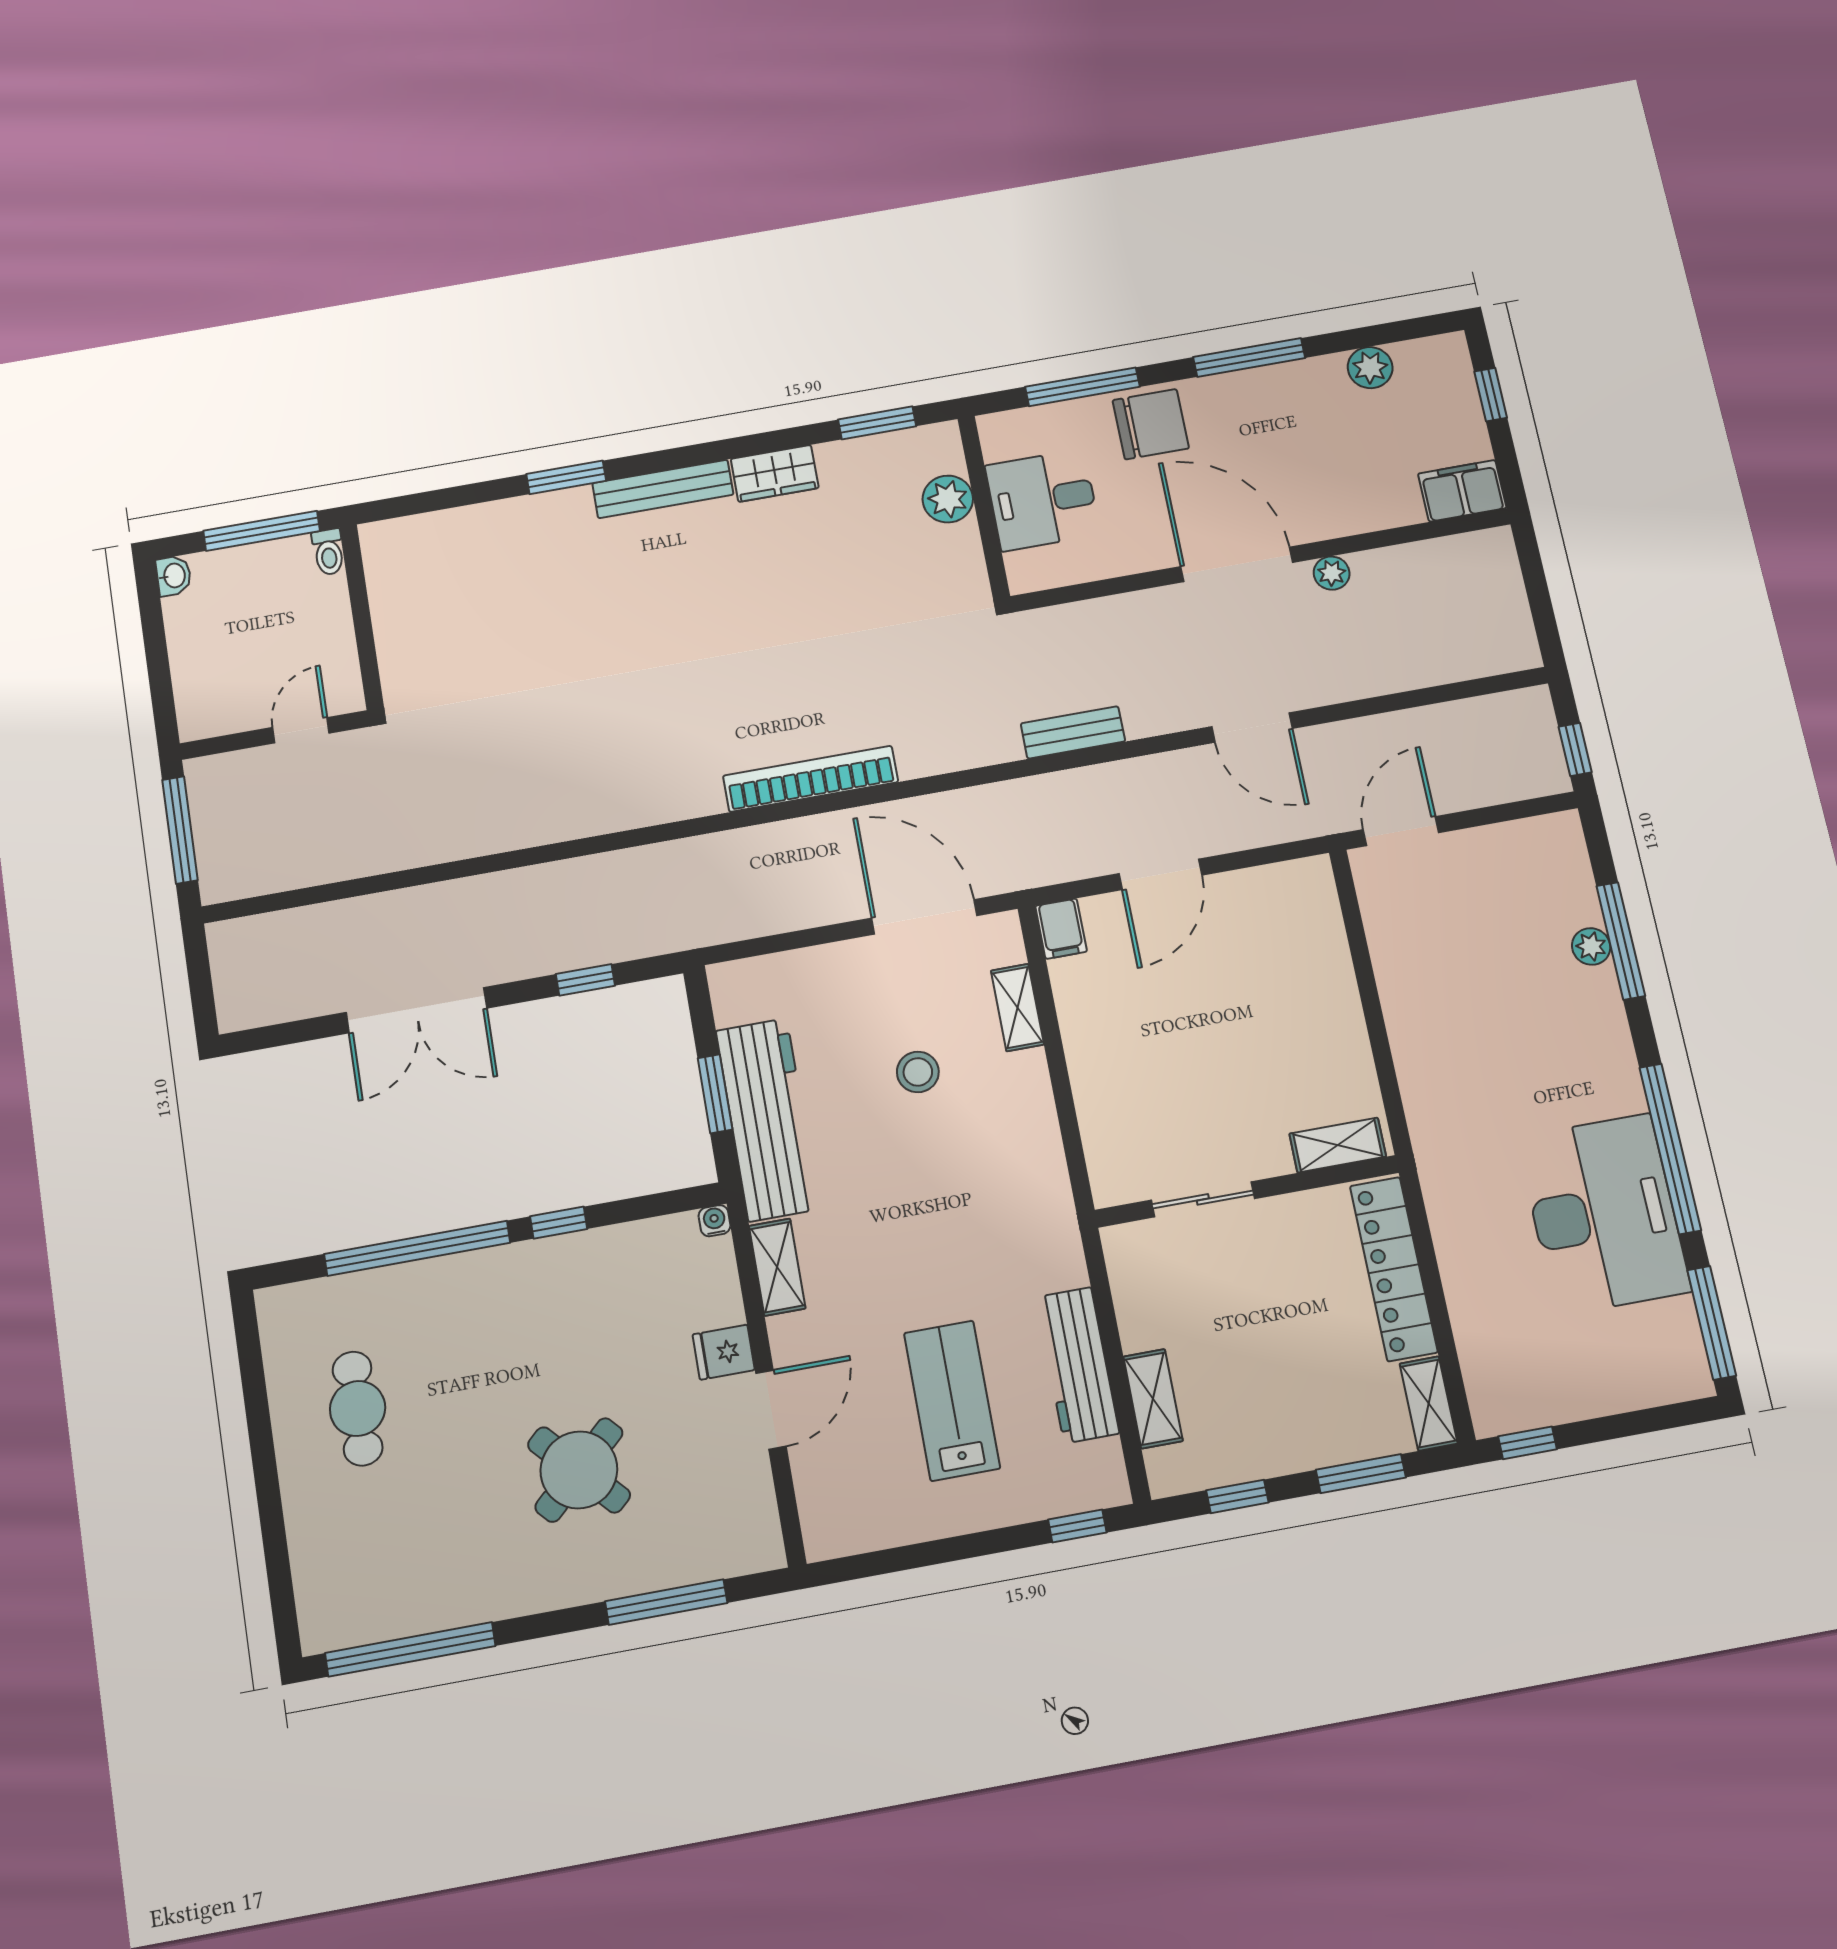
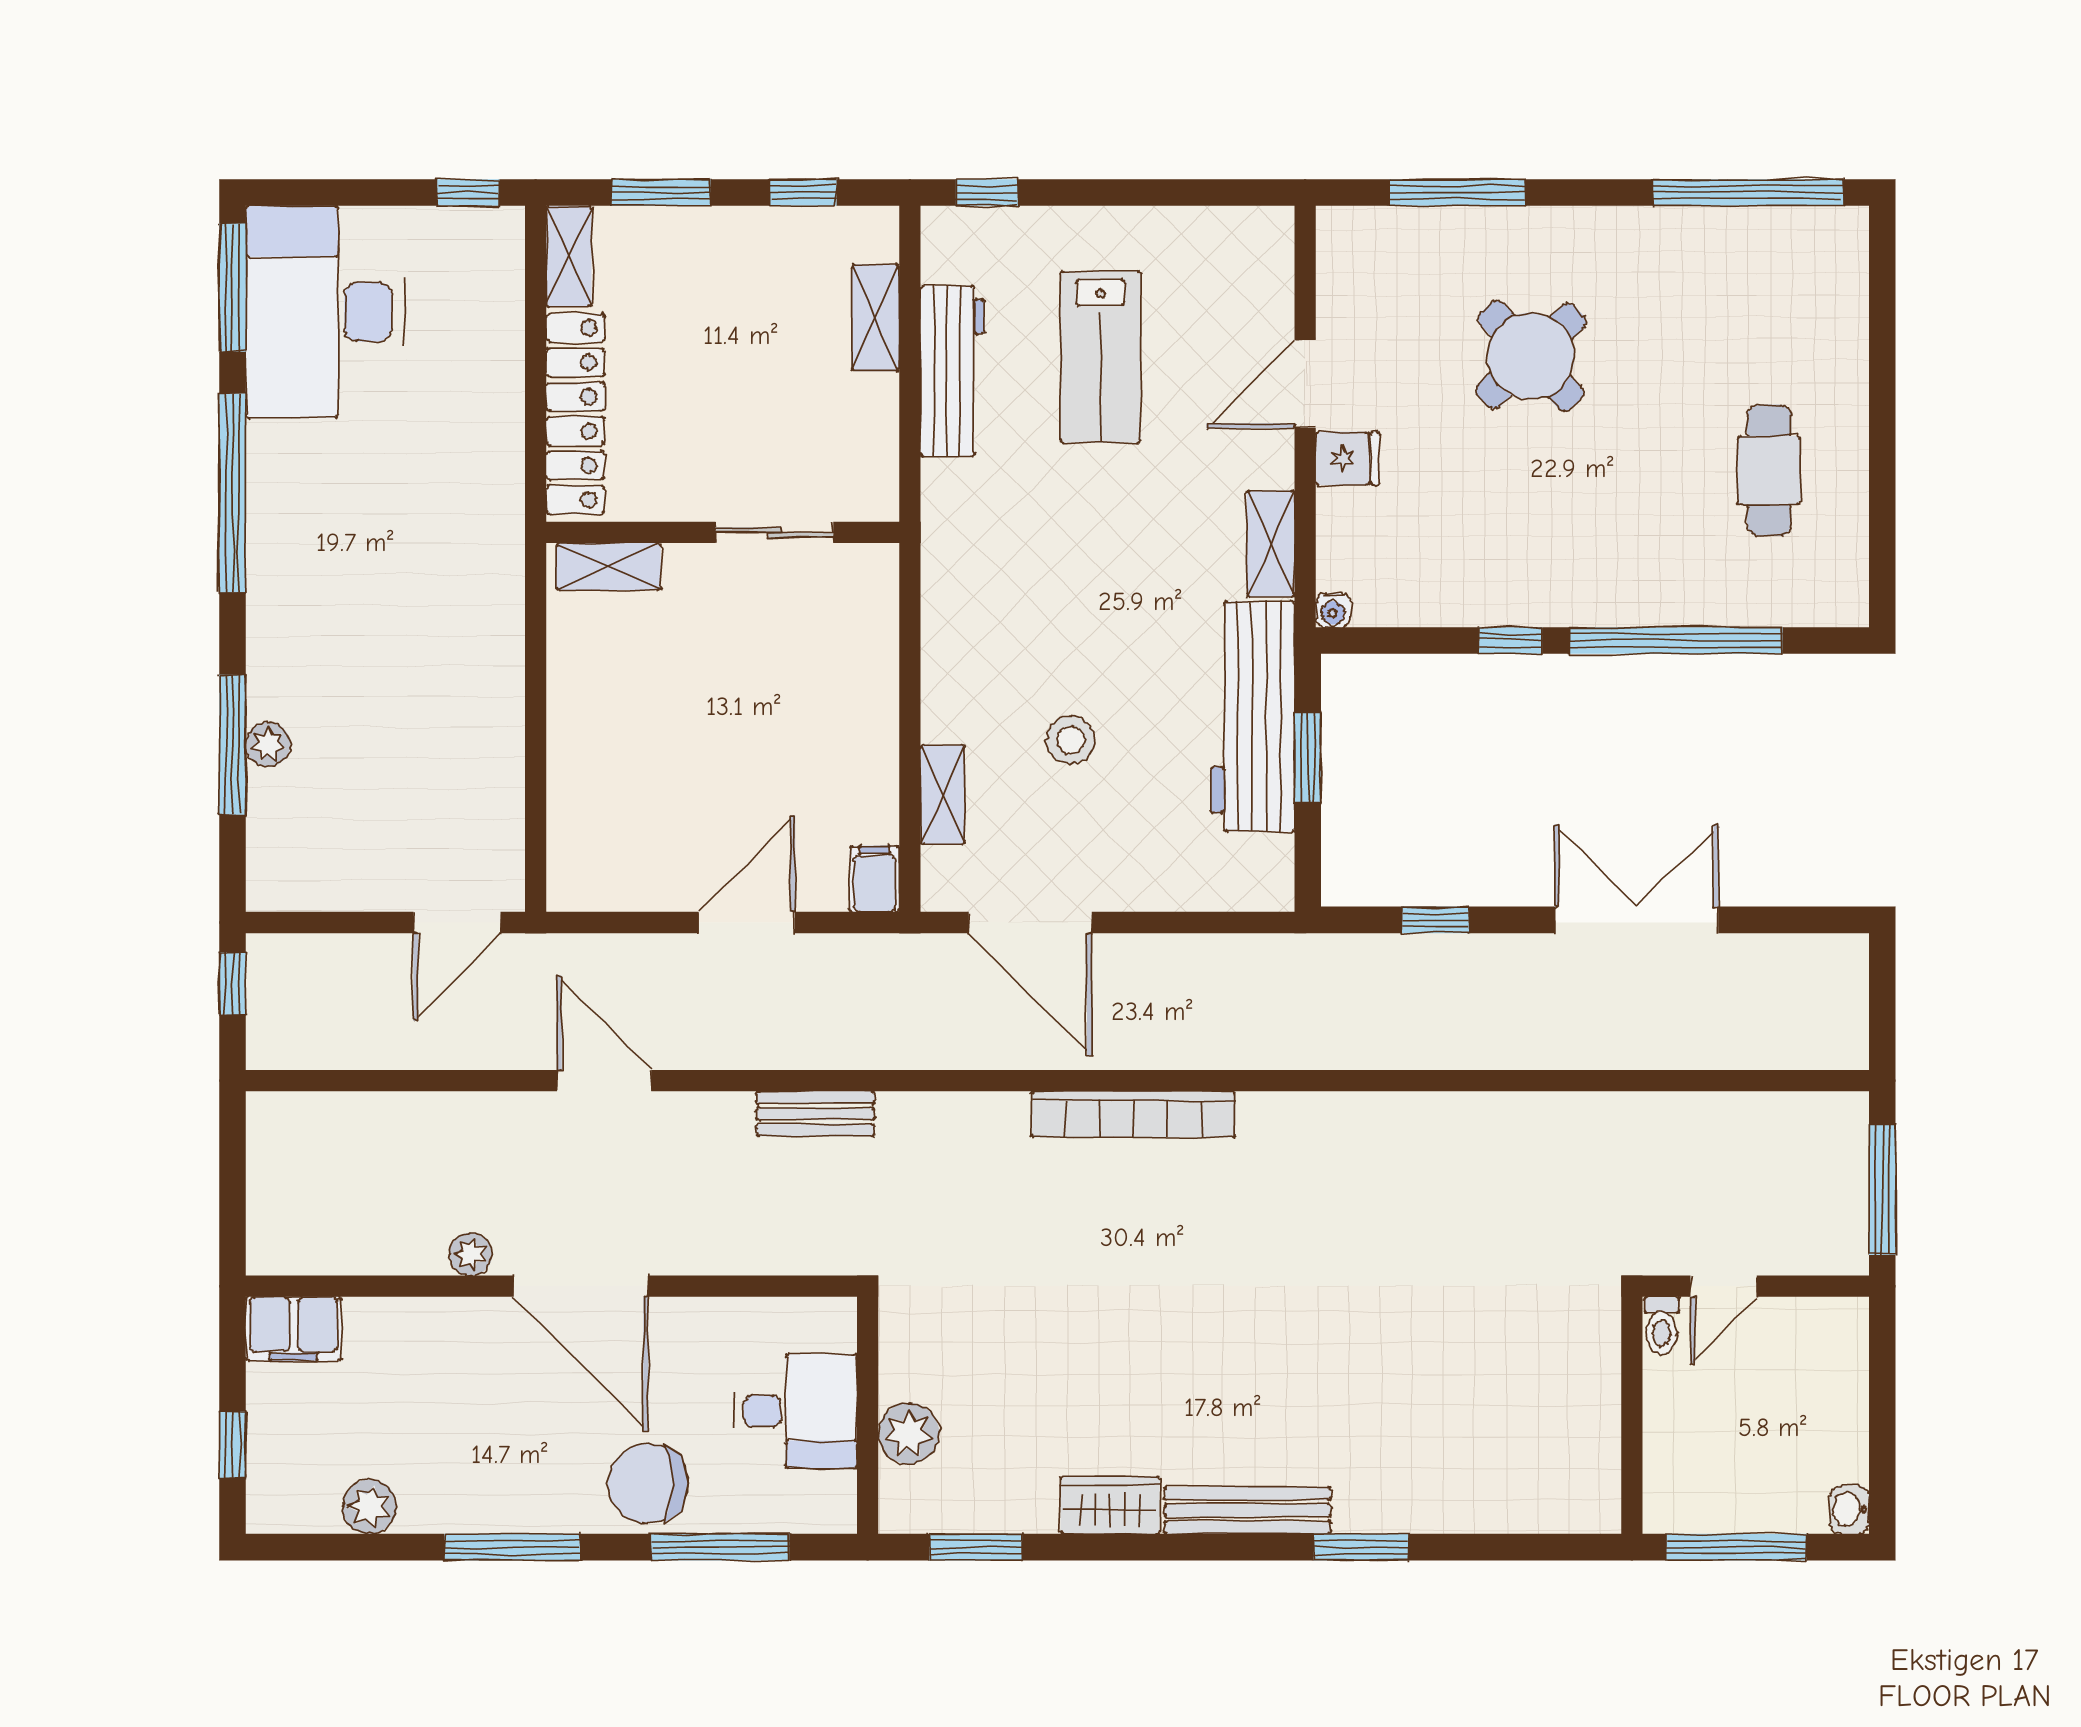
toilet: (328, 552) -> (1662, 1326), moved, turned 180
desk: (1603, 1214) -> (325, 312), moved

